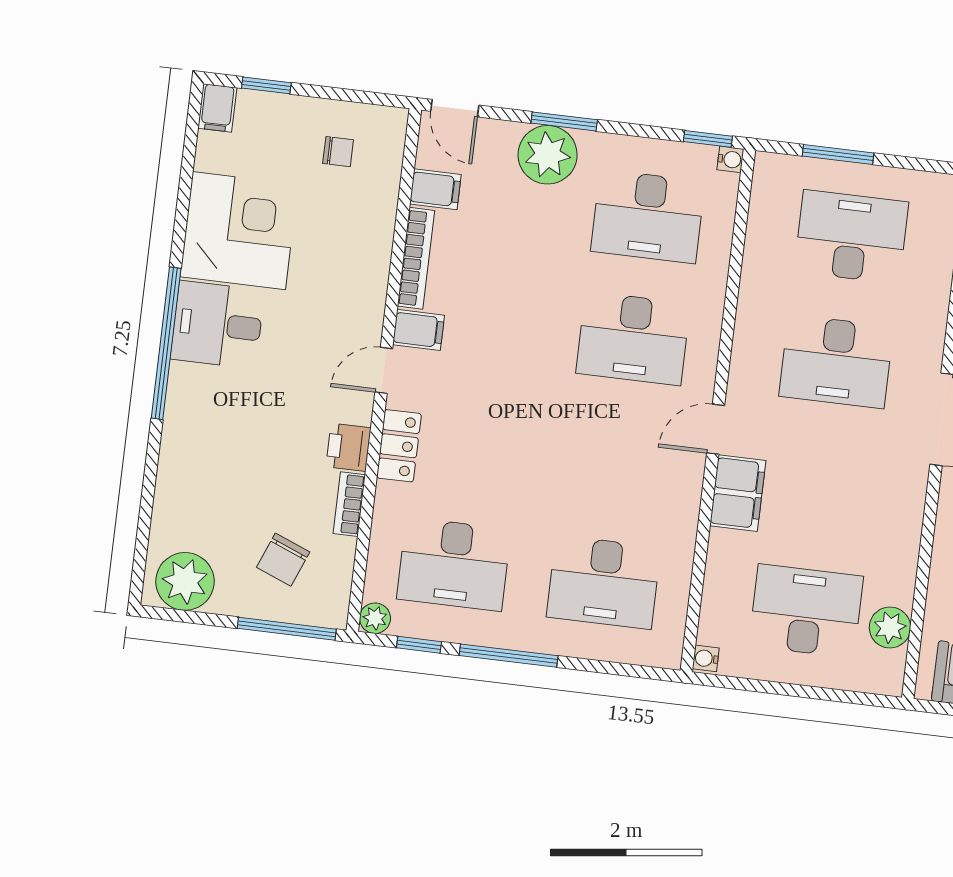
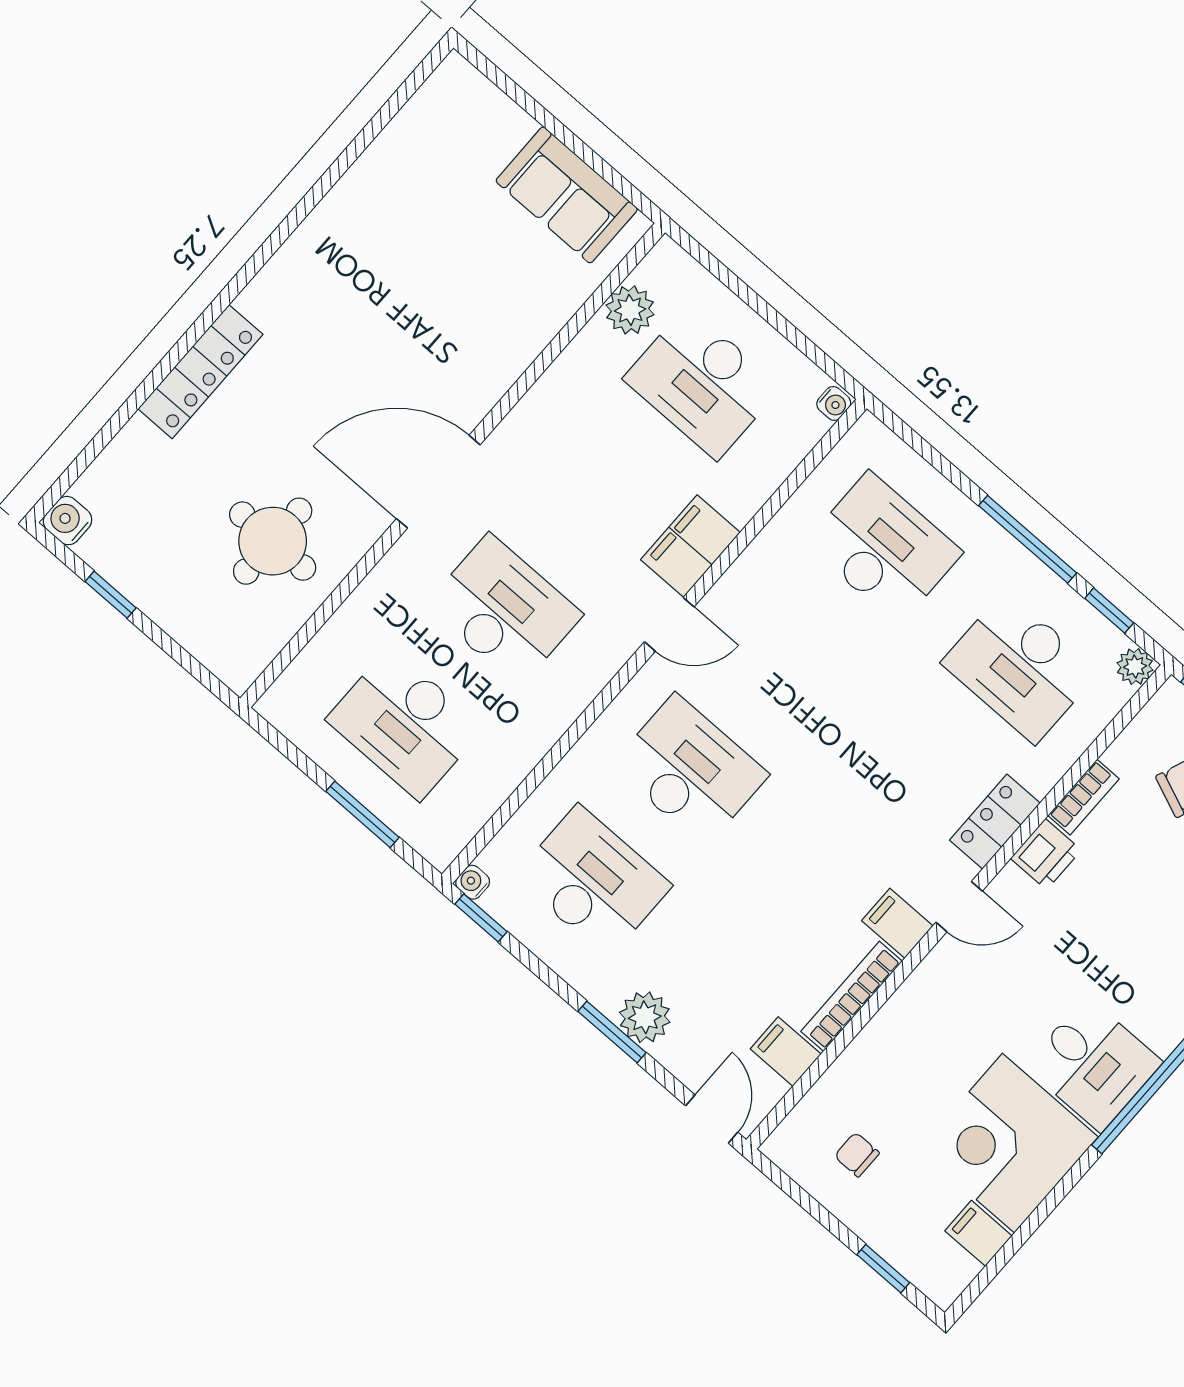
filing cabinet: (217, 108) -> (978, 1233), moved, turned -90
plant: (548, 155) -> (645, 1017), width x0.73, depth x0.73
desk: (454, 564) -> (1020, 667), turned 180

